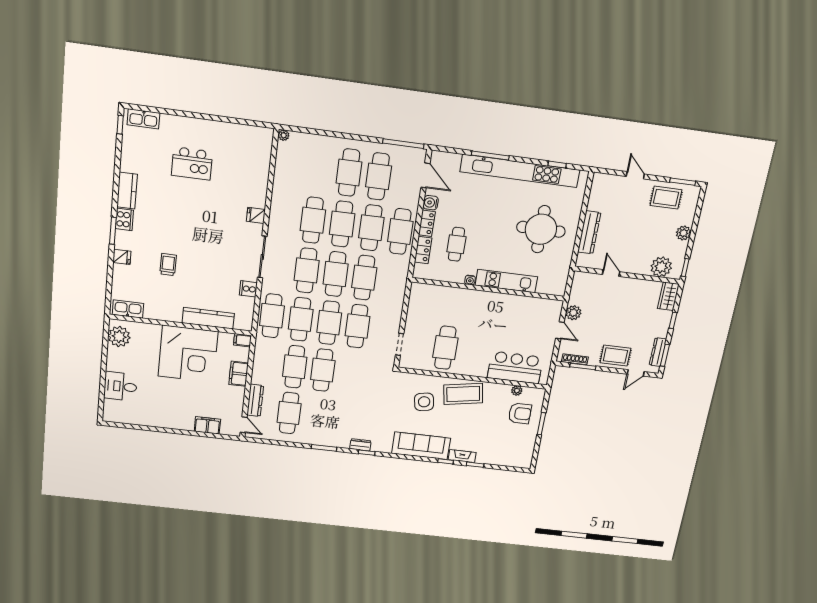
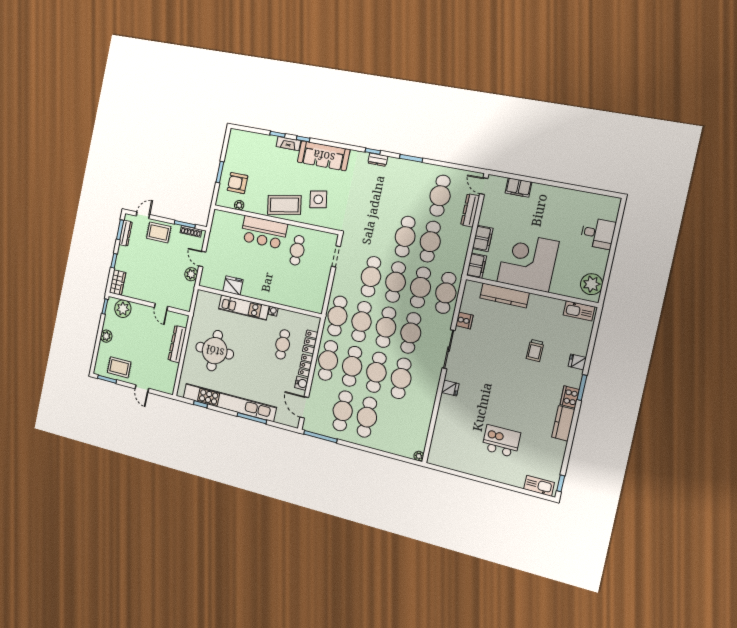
cafe table: (393, 281) -> (337, 316), added
fridge: (521, 304) -> (233, 285), added
filing cabinet: (242, 340) -> (476, 266), width x2.00
cafe table: (445, 348) -> (297, 250), width x0.73, depth x0.74
bar counter: (515, 368) -> (264, 232), moved

